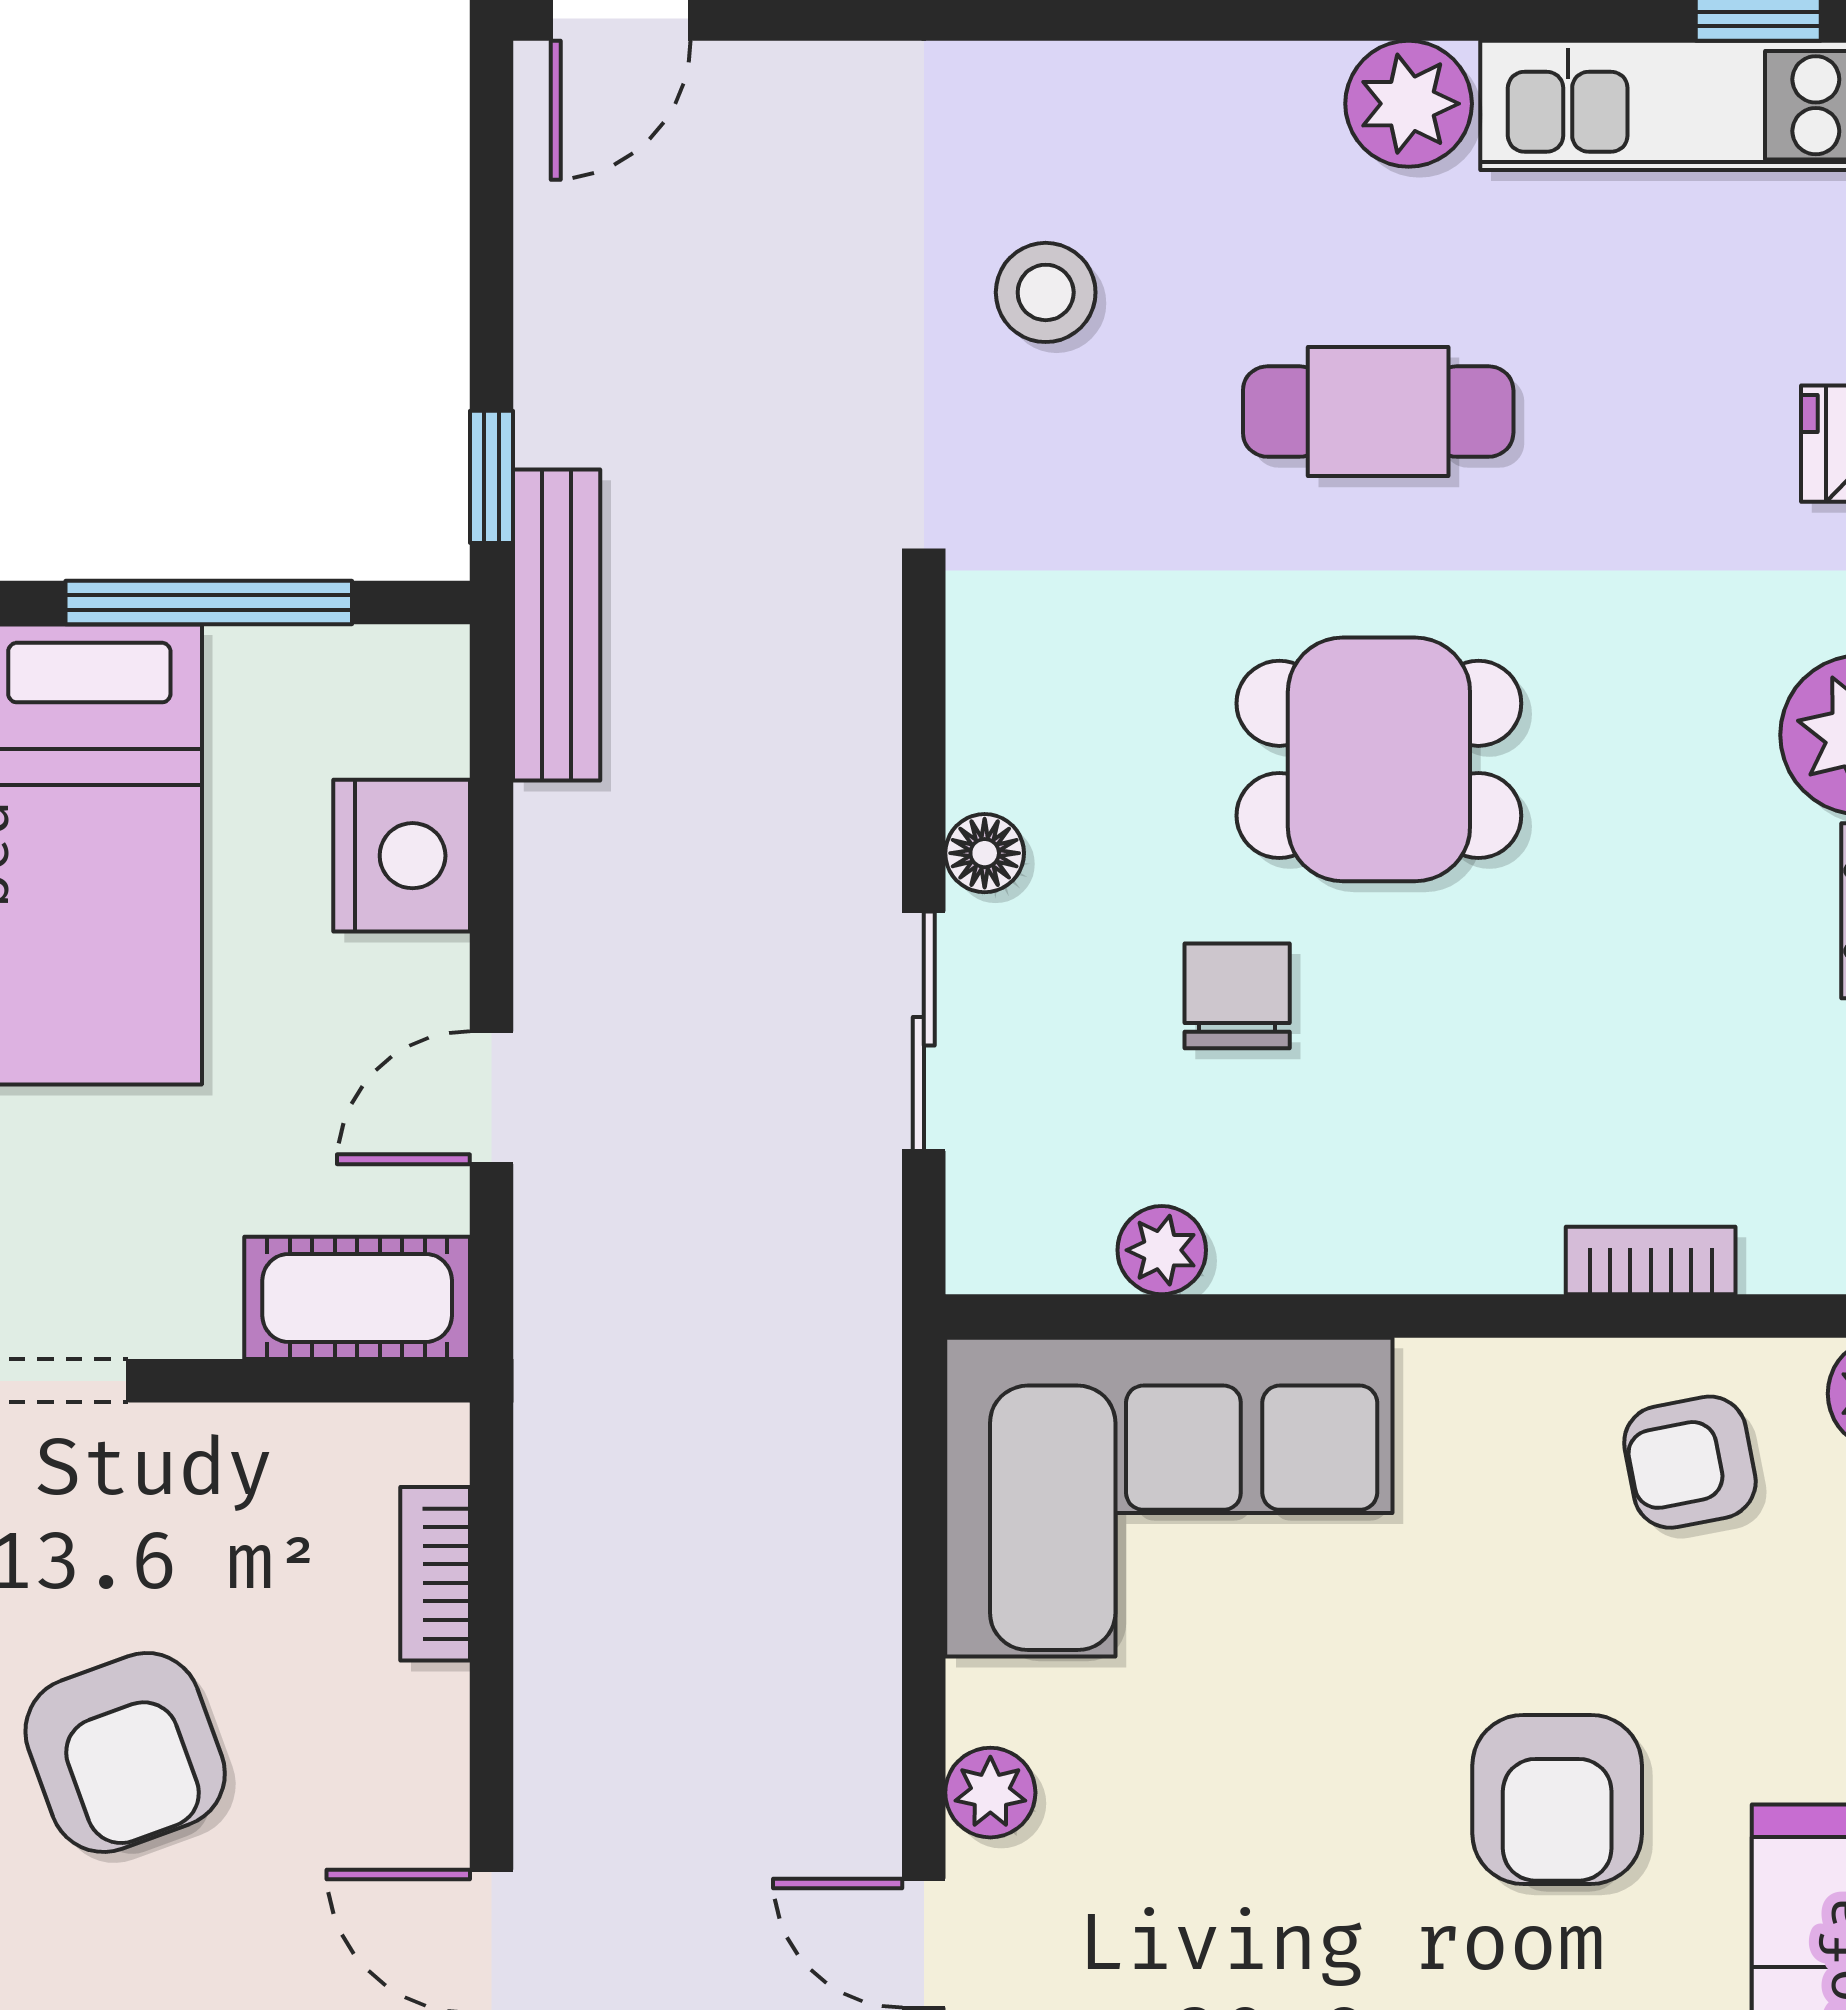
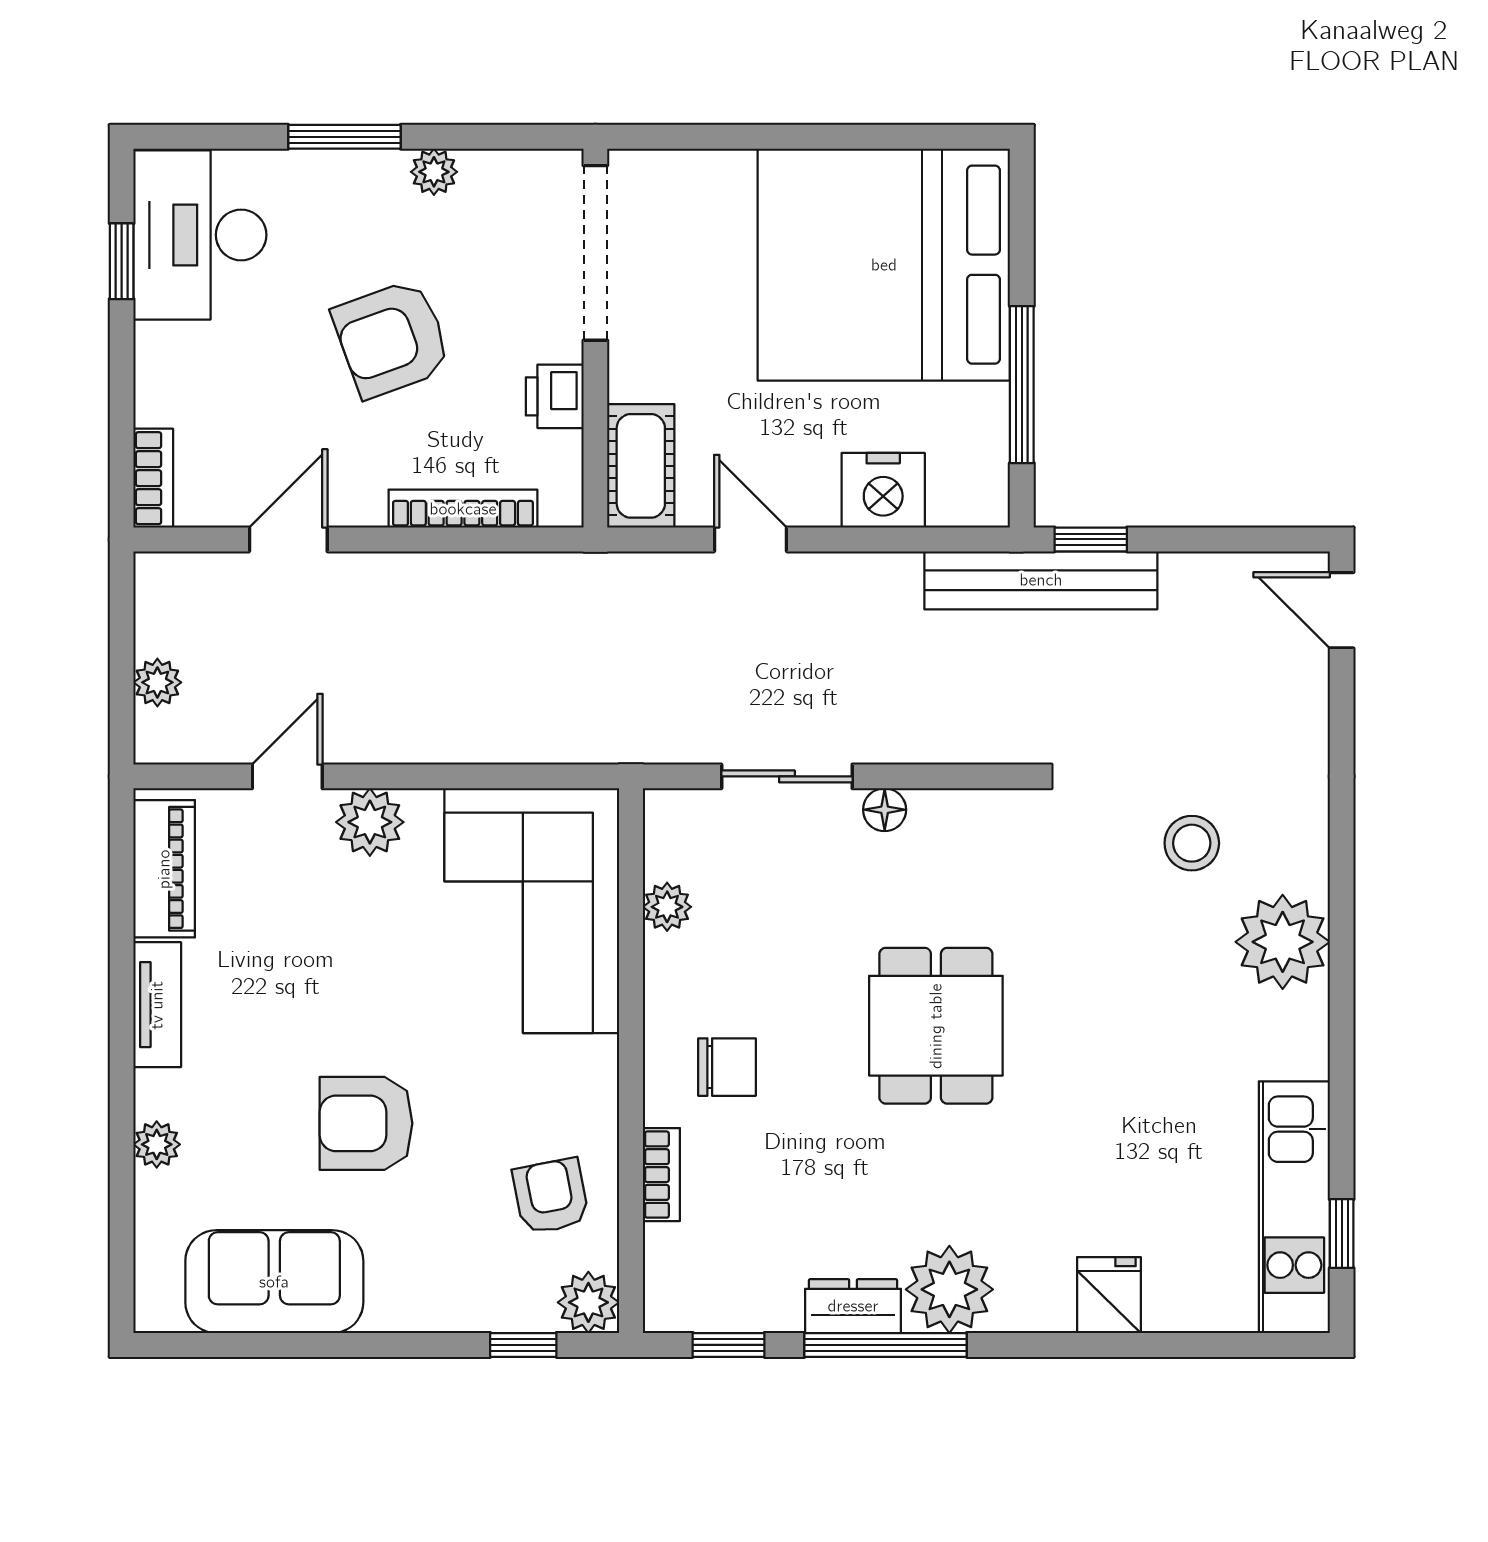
plant: (1409, 104) -> (1283, 942), moved, width x1.36, depth x1.36
cafe table: (1378, 412) -> (1127, 1025), removed
bench: (557, 625) -> (1041, 580), width x1.37, depth x1.21
chair: (1237, 996) -> (727, 1067), moved
printer: (230, 1455) -> (555, 396), added
bookcase: (435, 1574) -> (463, 509), width x1.56
plant: (990, 1793) -> (370, 822), width x1.38, depth x1.38

